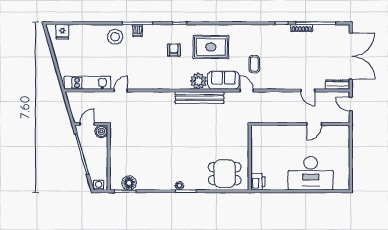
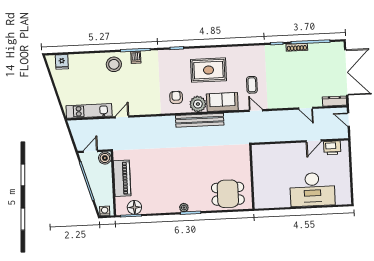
armchair: (174, 50) -> (176, 97), moved
door: (247, 90) -> (256, 111), moved
piano: (118, 153) -> (122, 178), added
printer: (258, 182) -> (332, 148), moved, turned 90

